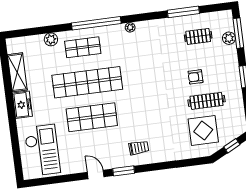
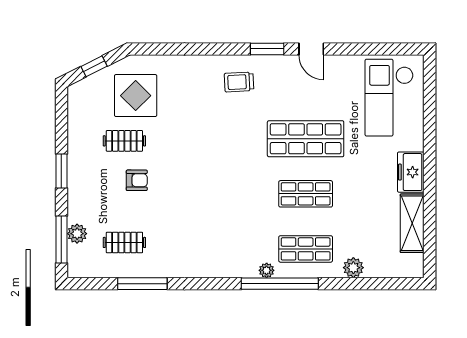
plant: (130, 27) -> (267, 270), moved
shop shelf: (87, 82) -> (306, 194), width x0.50, depth x0.74
clothes rail: (207, 101) -> (124, 141), width x0.73

